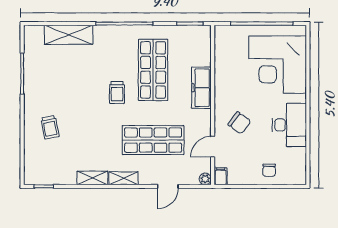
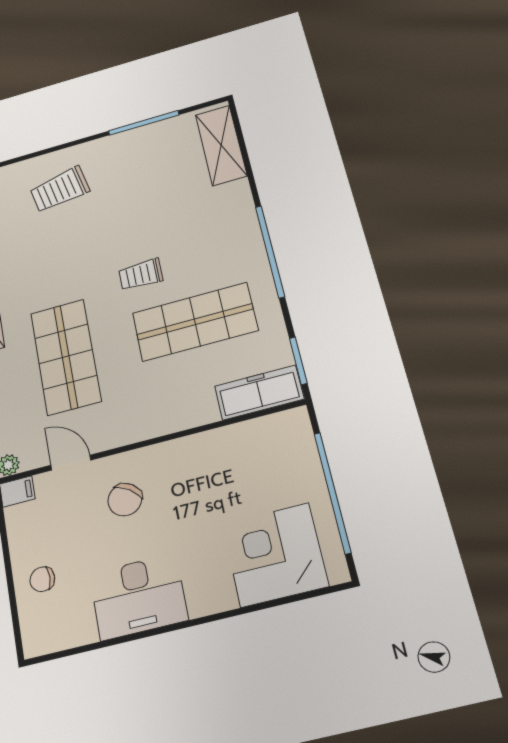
shelving: (69, 35) -> (221, 145), moved
corner desk: (278, 65) -> (275, 555), width x0.74, depth x0.74
freezer: (201, 88) -> (259, 393), moved
trolley: (50, 127) -> (60, 189), width x1.36, depth x1.39

